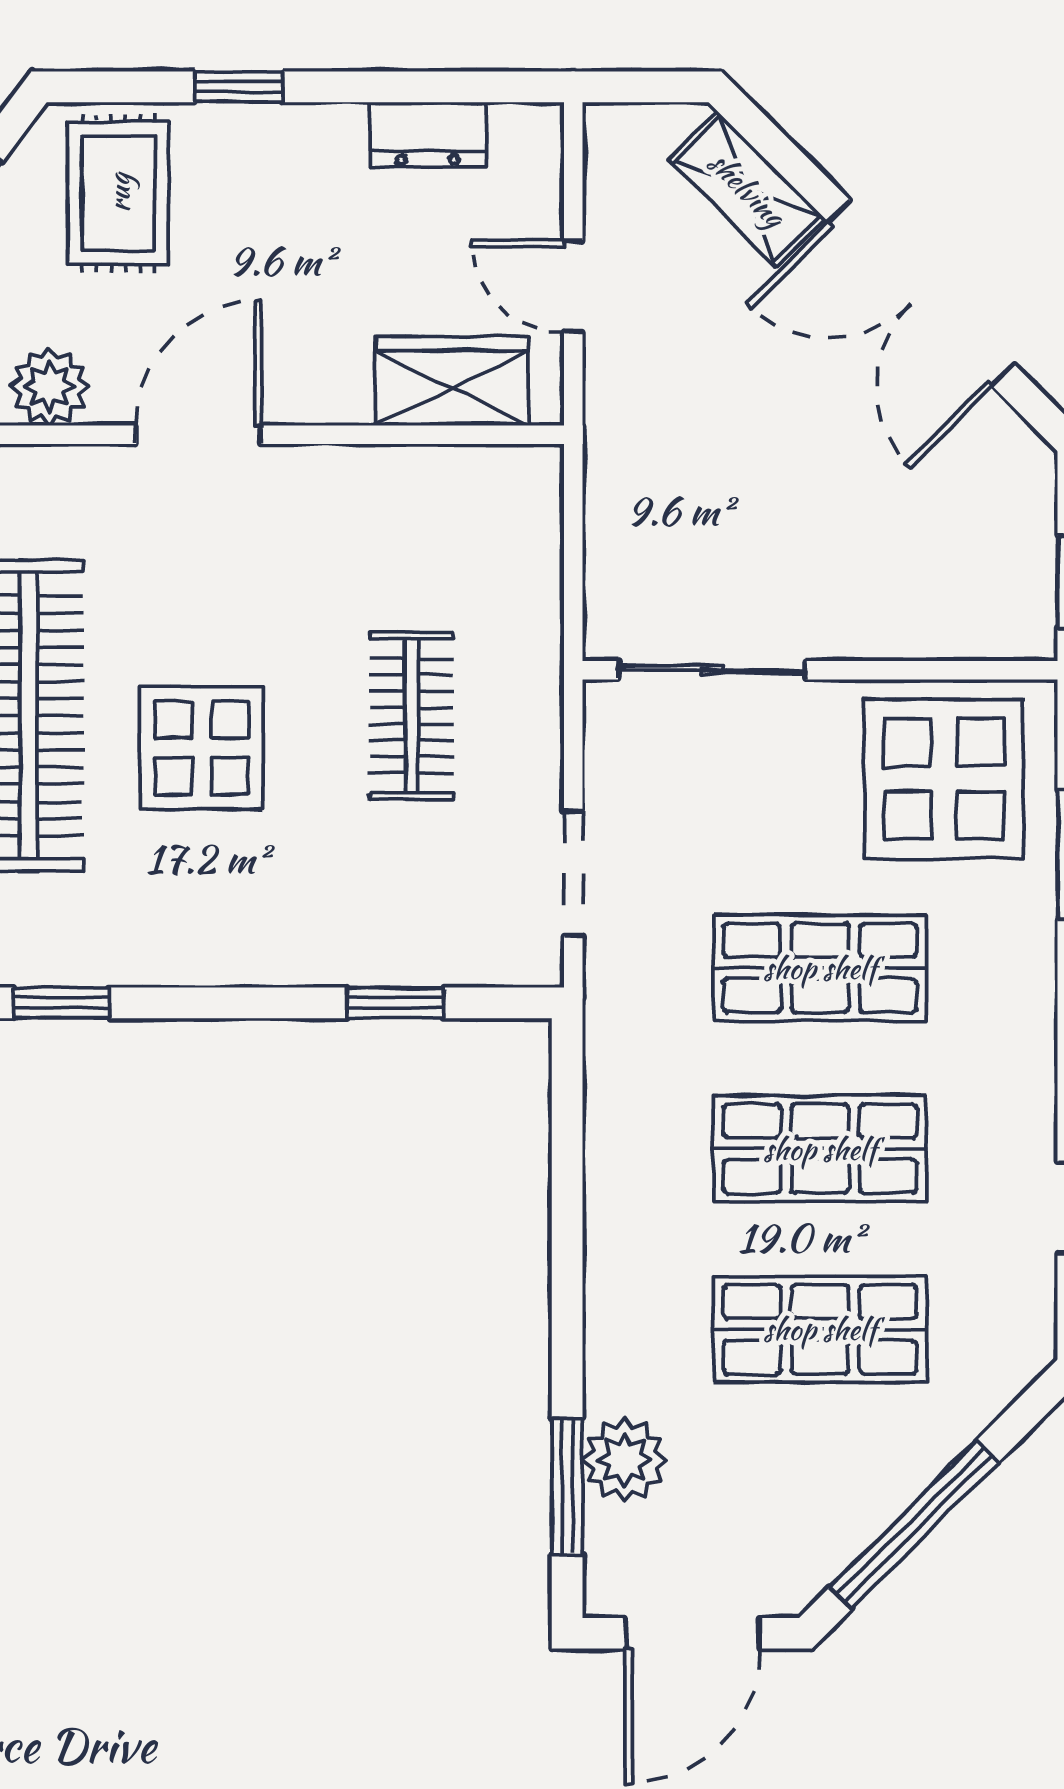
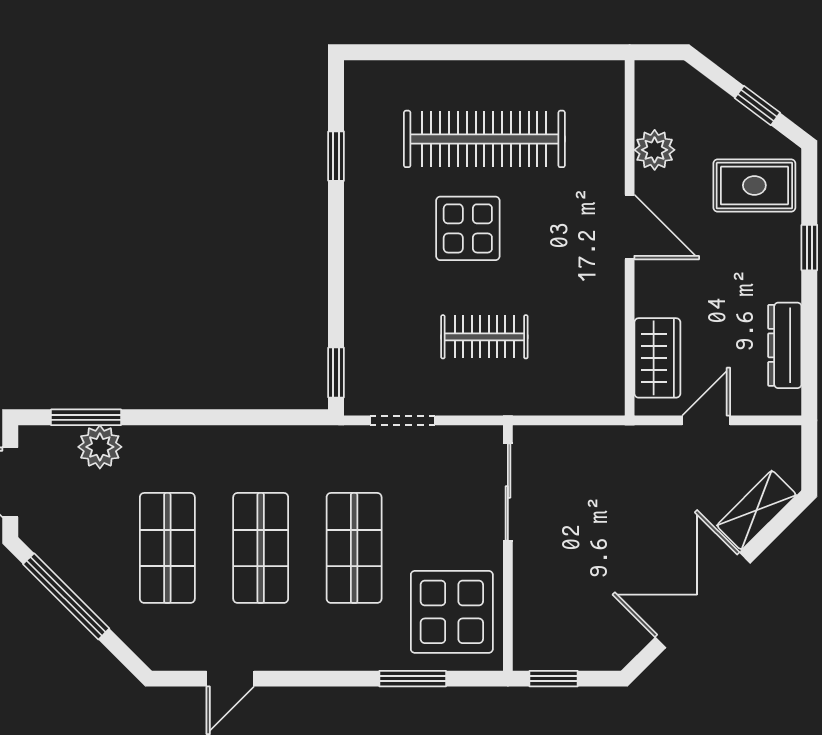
dresser: (428, 134) -> (785, 345), width x1.44
window: (395, 1003) -> (336, 373), moved

